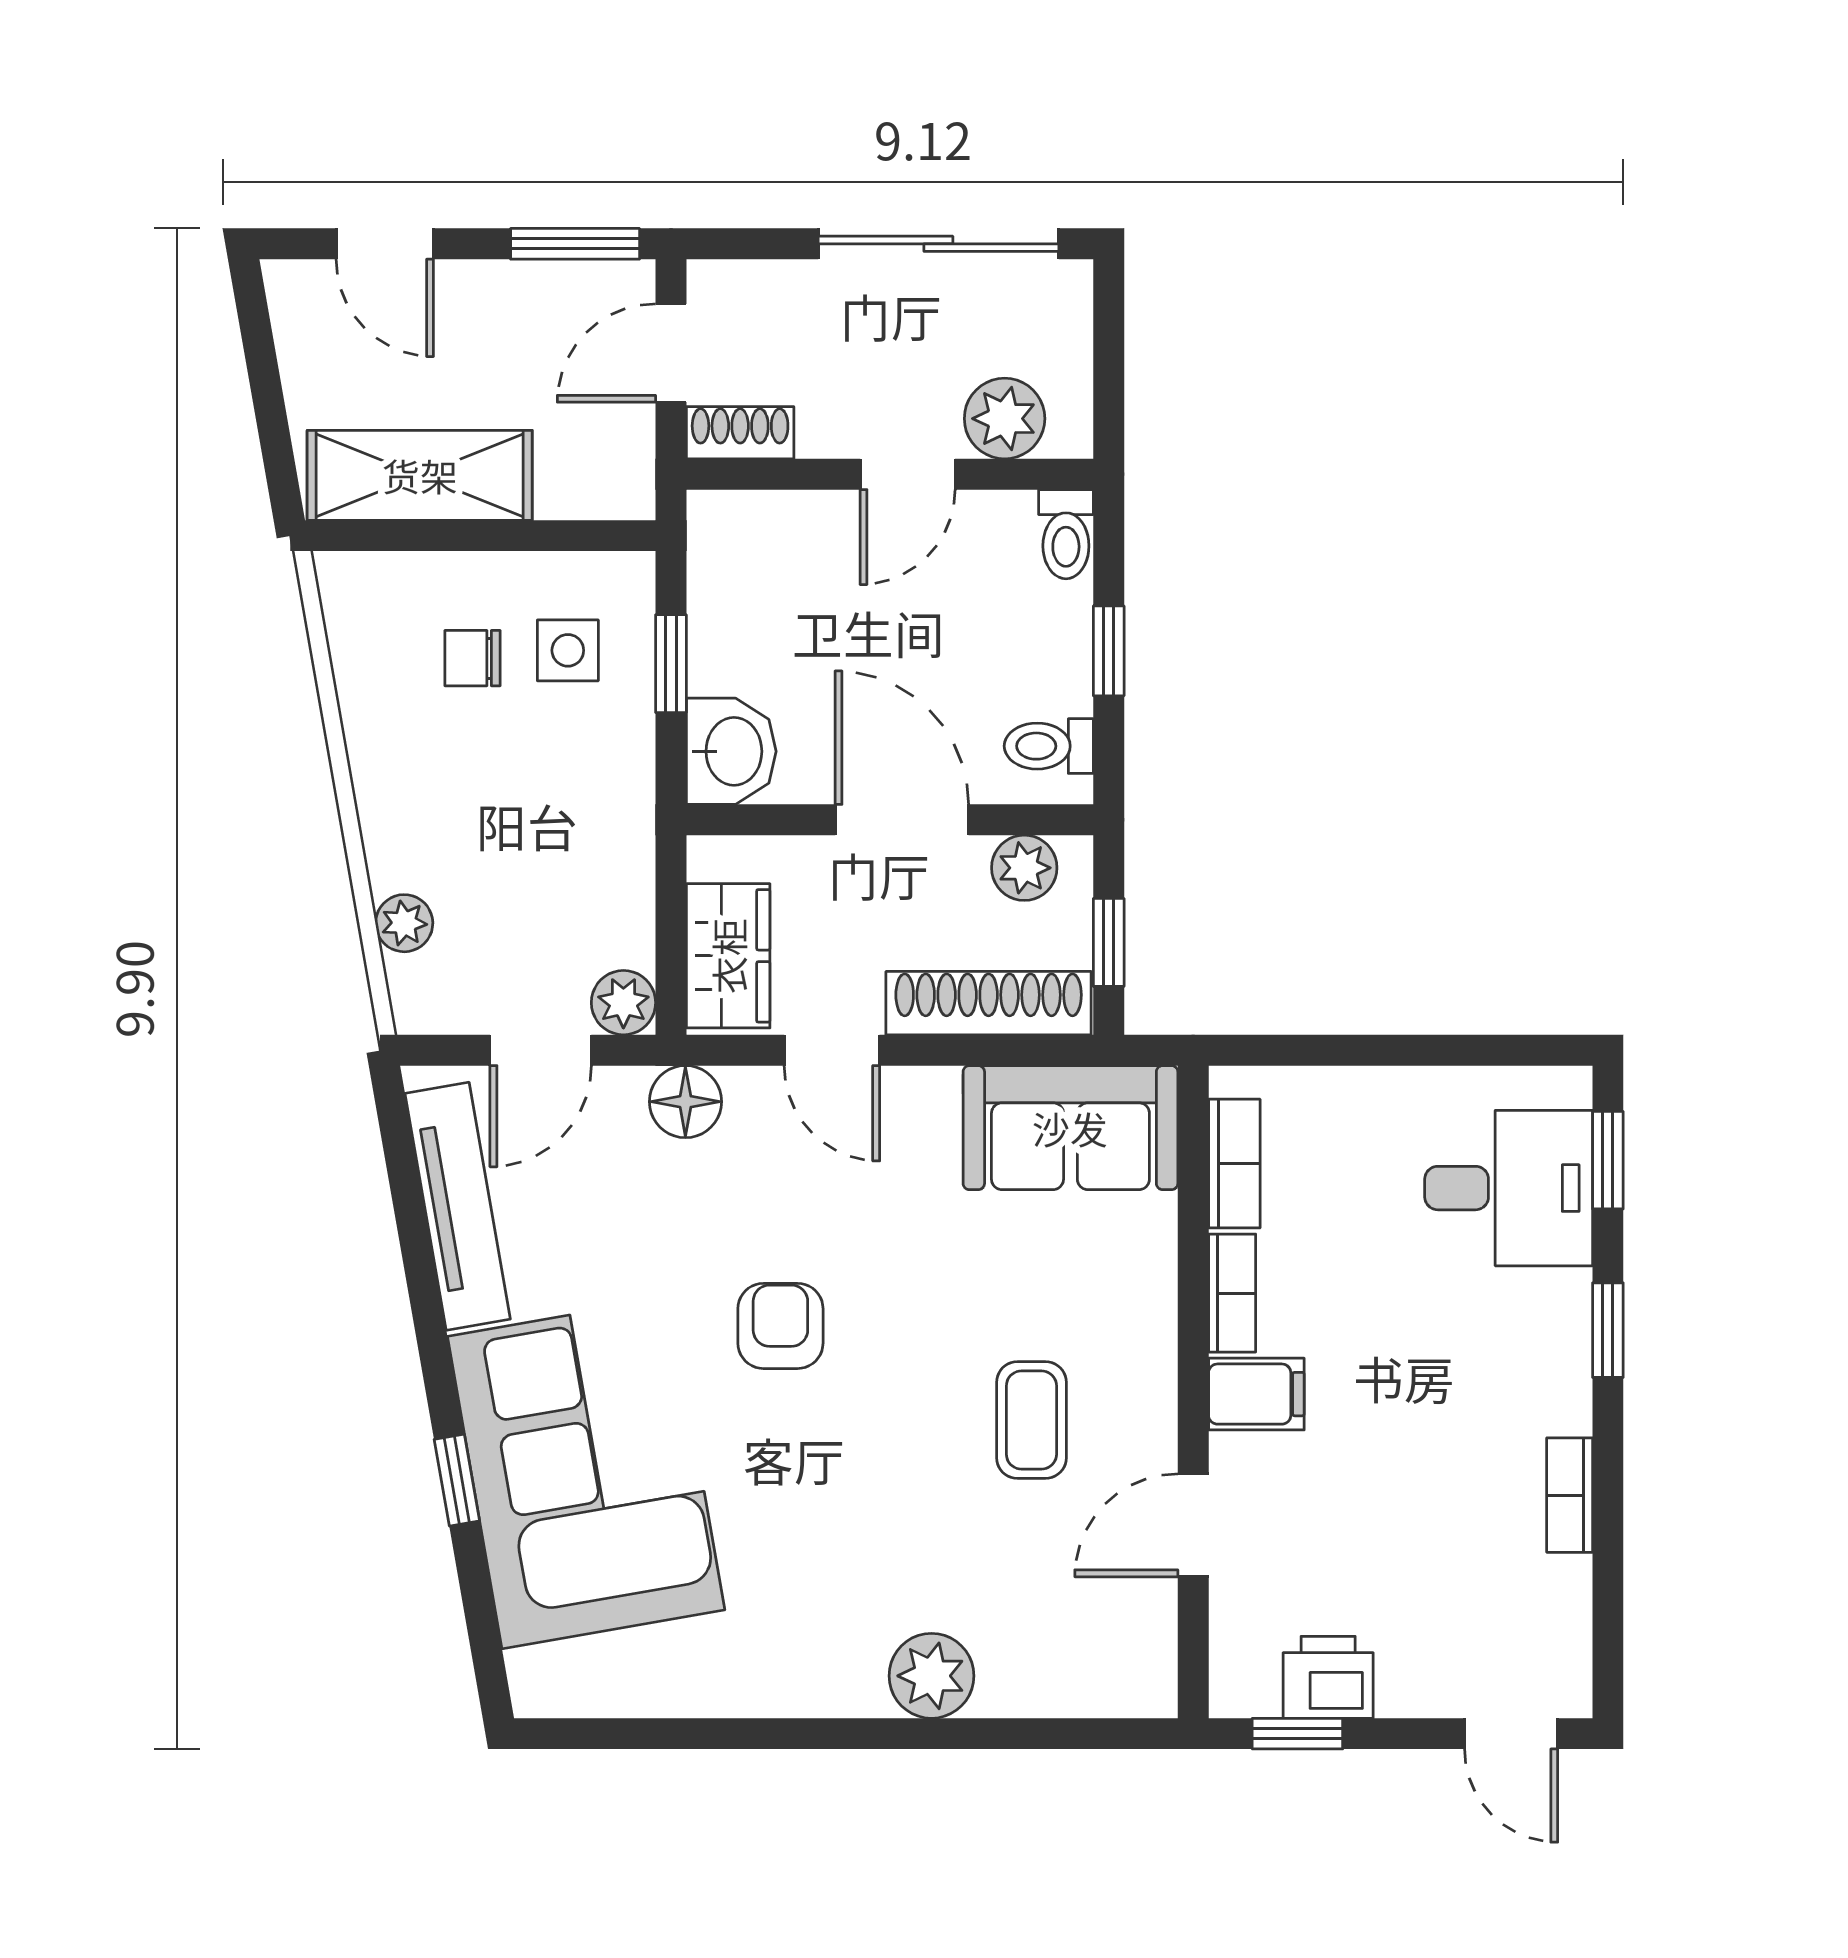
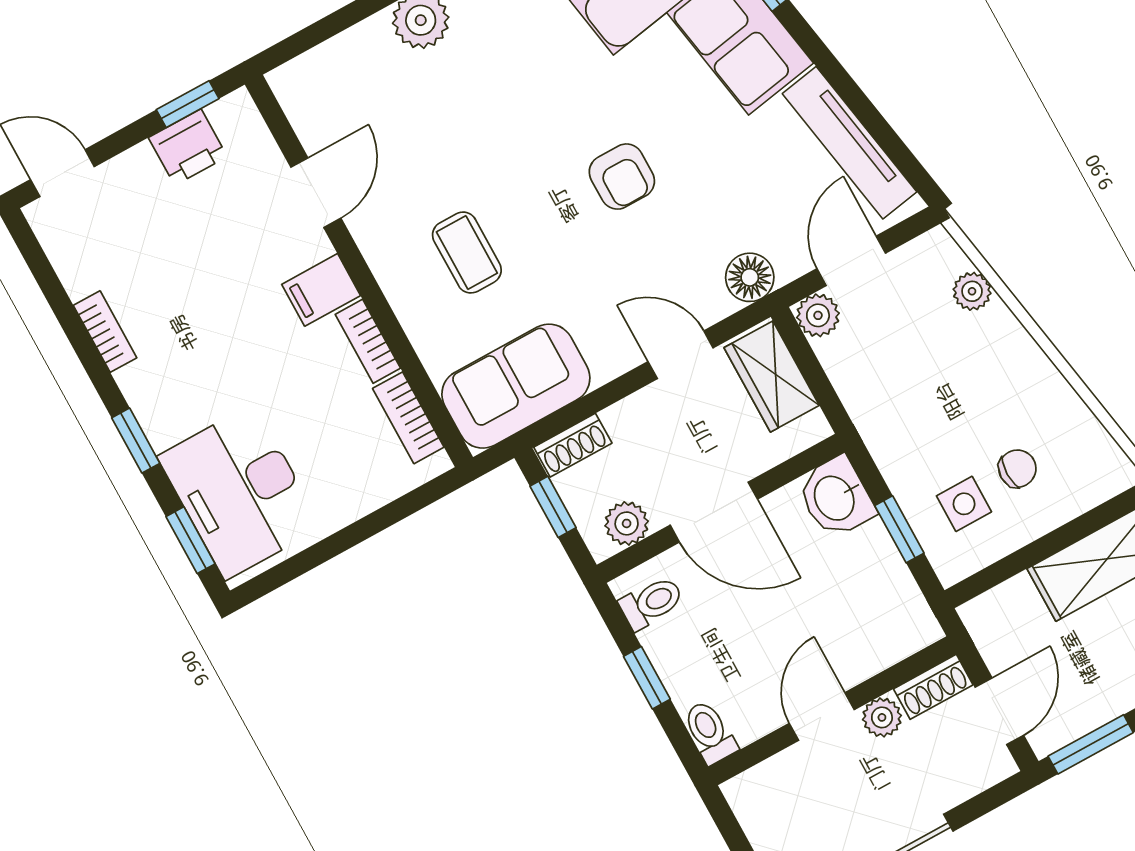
plant: (1005, 419) -> (882, 717), moved, width x0.73, depth x0.73
shoe rack: (989, 1003) -> (573, 445), width x0.51, depth x0.81
desk: (1509, 1188) -> (240, 492), width x1.37
coffee table: (1031, 1420) -> (467, 253), moved

